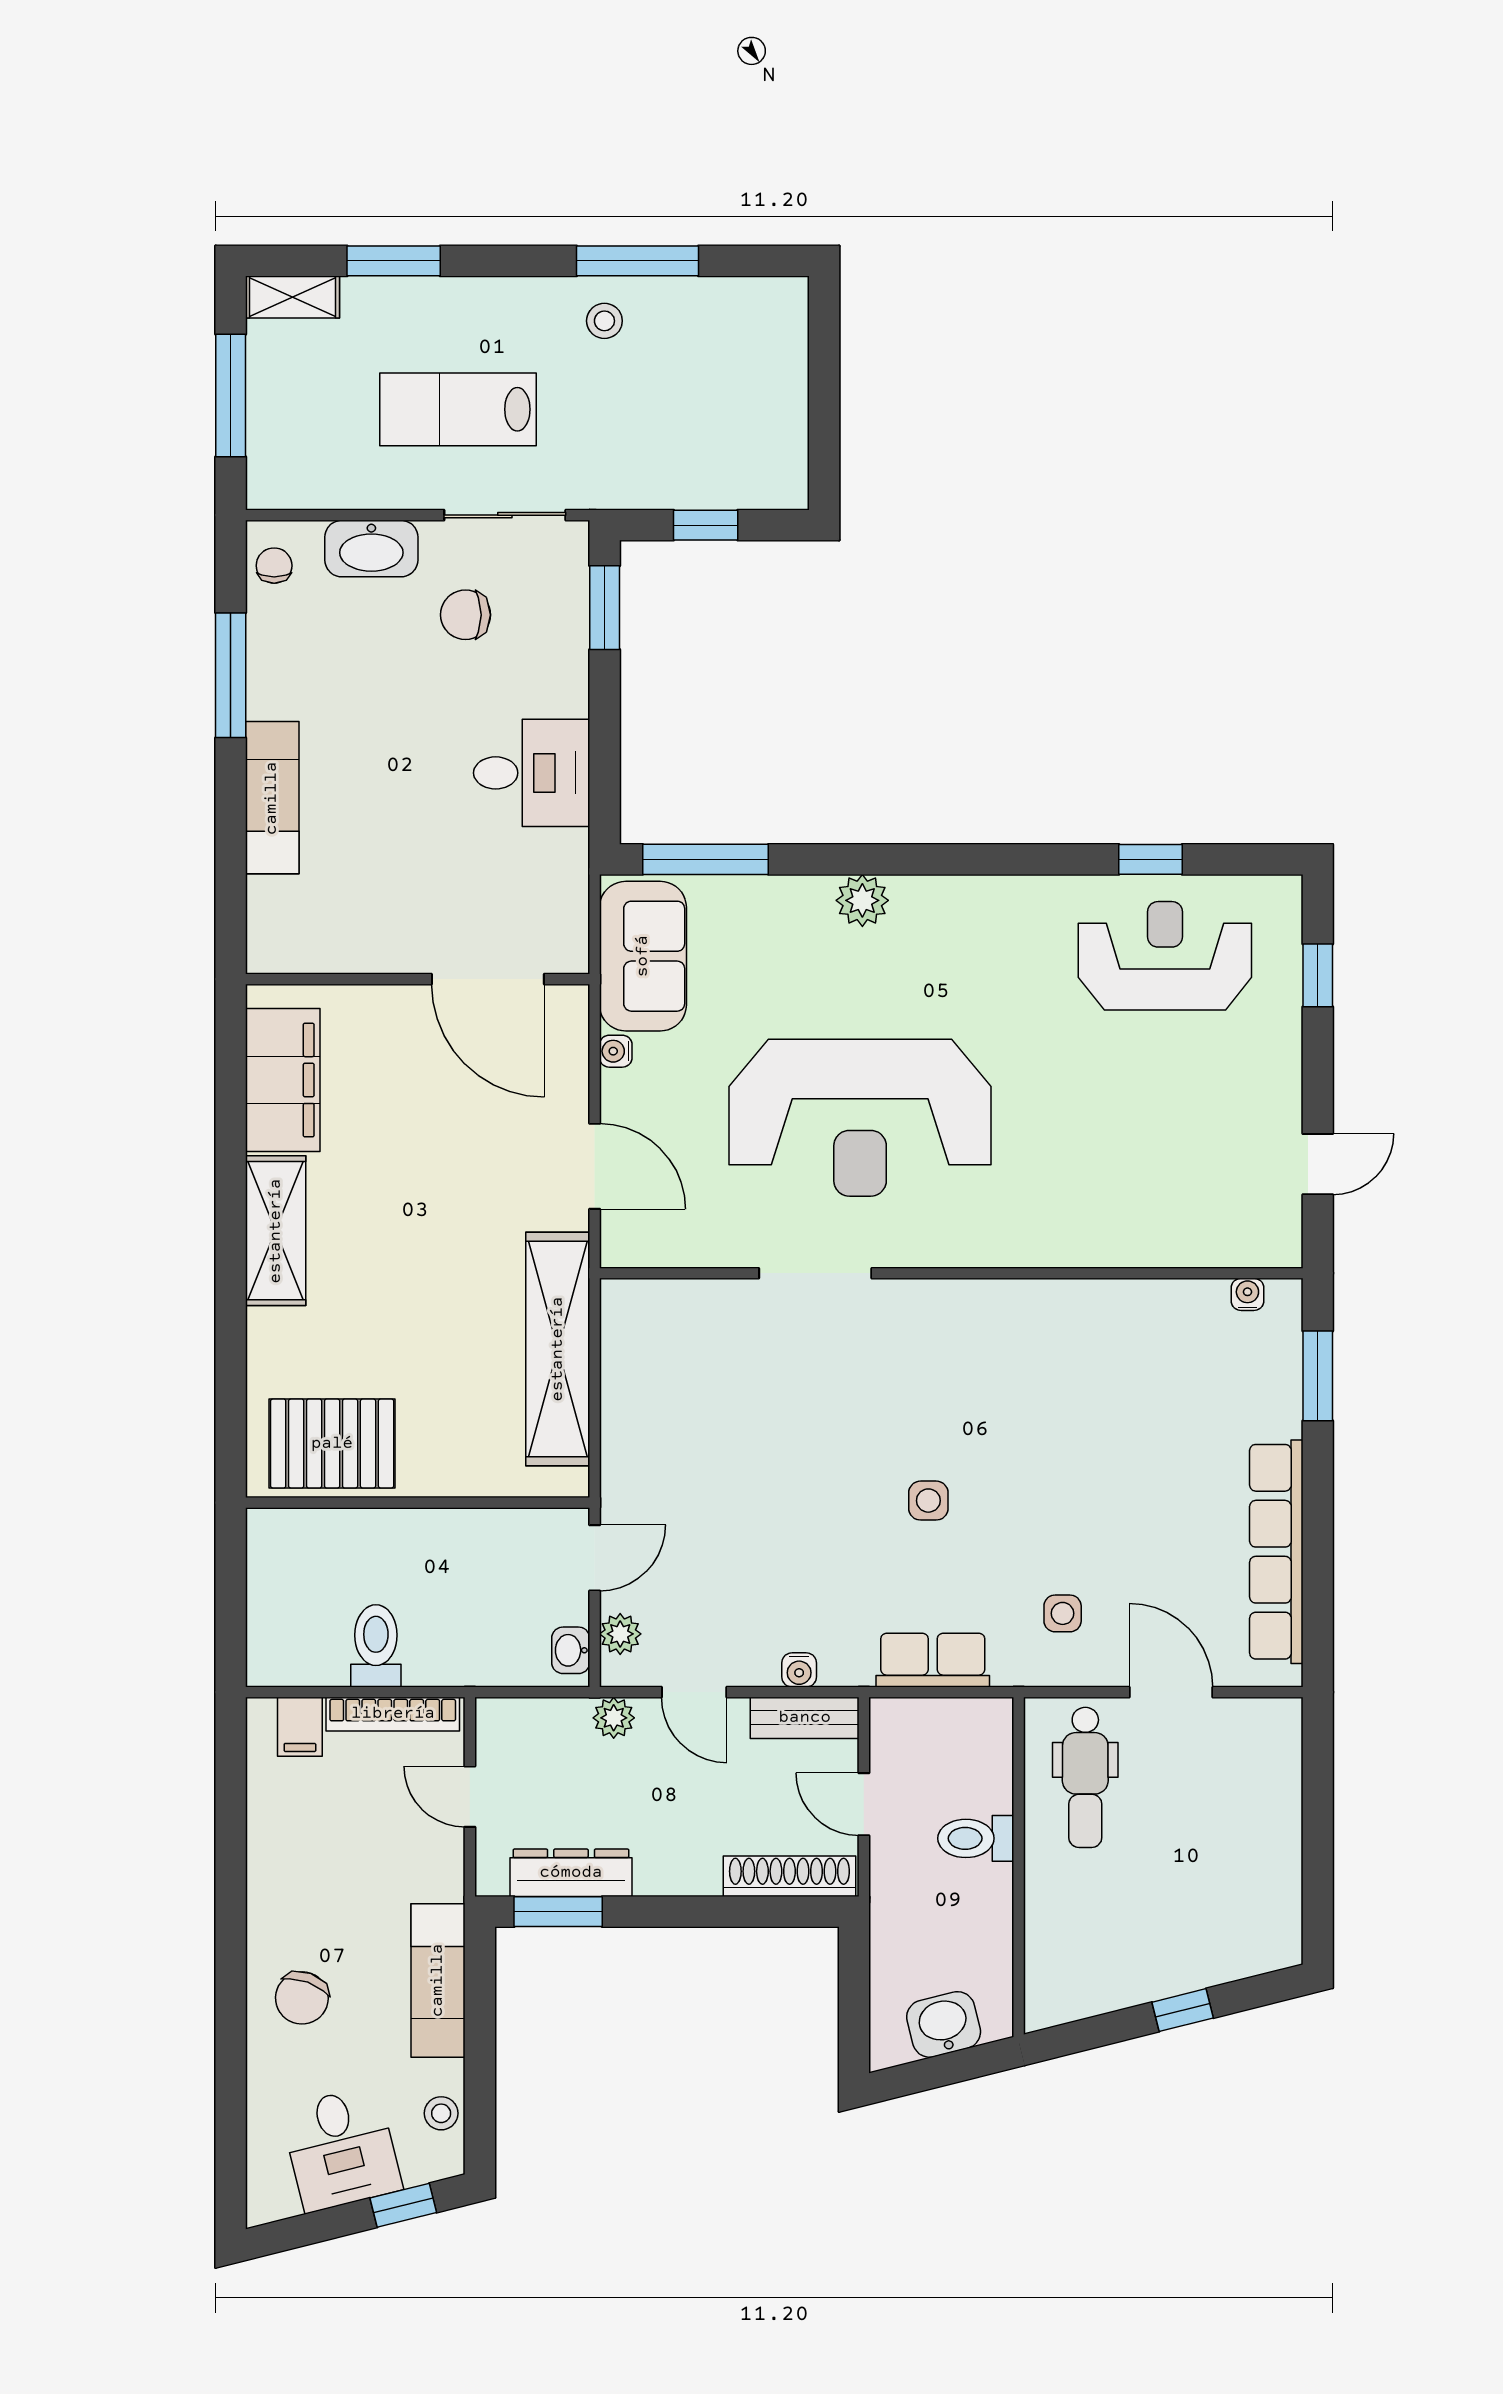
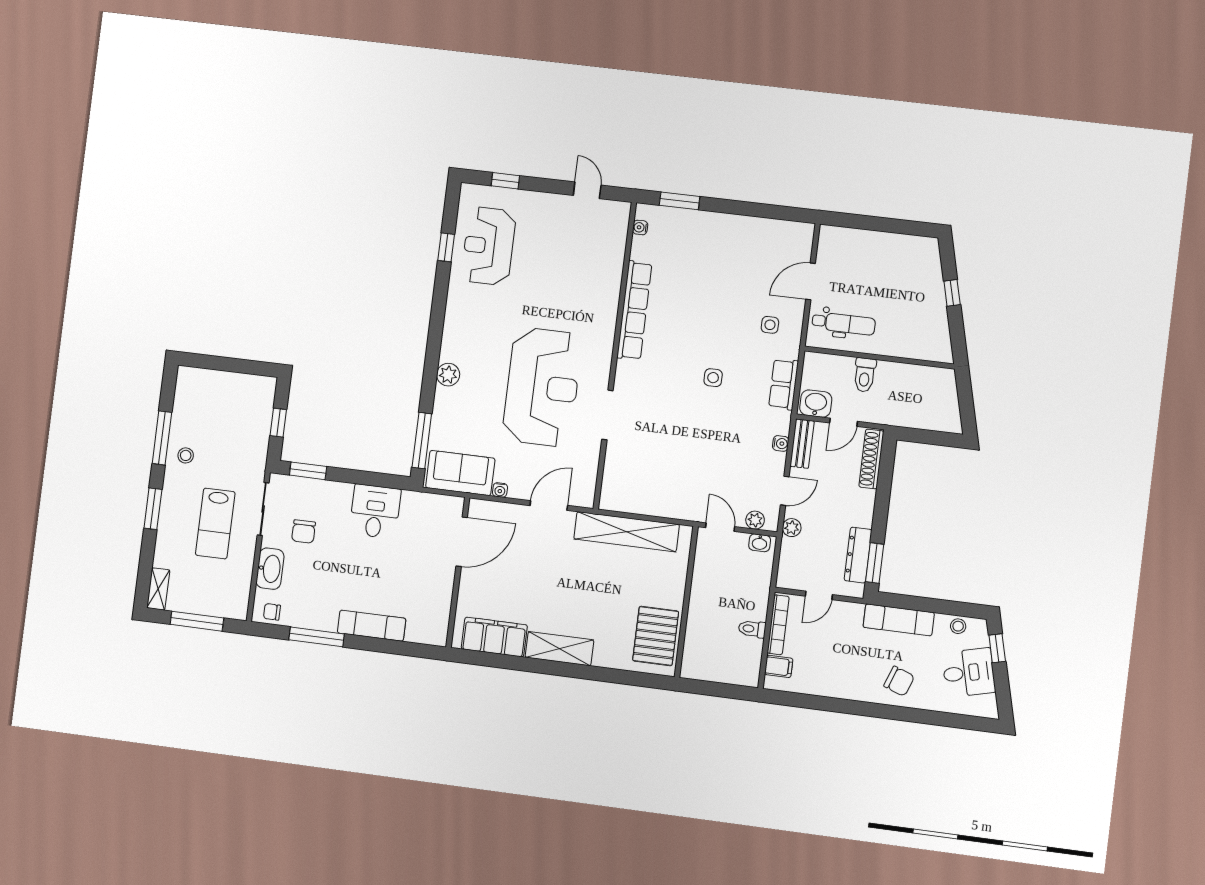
window: (394, 261) -> (153, 509), moved
row of seats: (1276, 1552) -> (634, 310), moved, turned -90
toilet: (376, 1646) -> (752, 629), width x0.73, depth x0.72
washbasin: (944, 2024) -> (816, 404), moved, turned 104

